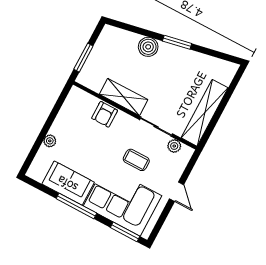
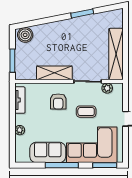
window: (177, 42) -> (82, 13), moved
boiler: (148, 47) -> (25, 35), moved
tv unit: (68, 107) -> (20, 100), added
armchair: (105, 114) -> (58, 101), moved

